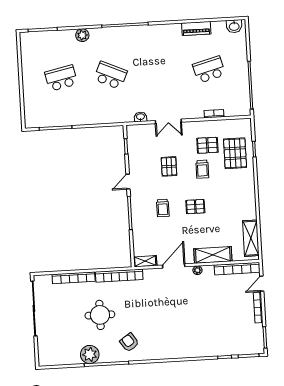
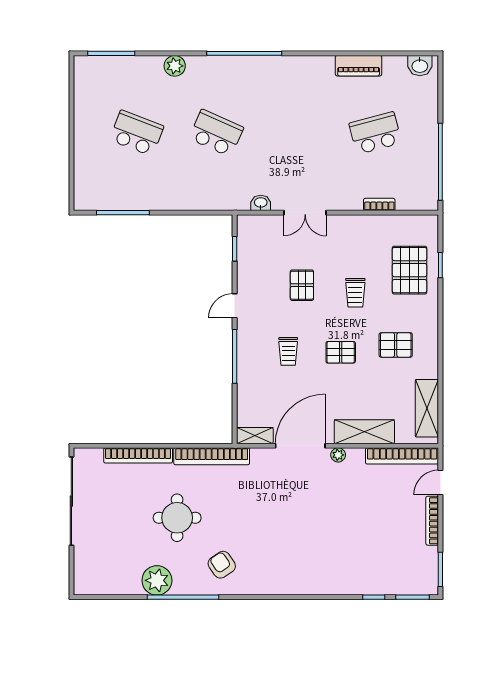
school desk: (61, 78) -> (137, 133), turned 33
pallet: (207, 145) -> (396, 345), moved
door: (174, 266) -> (300, 446), width x1.36

